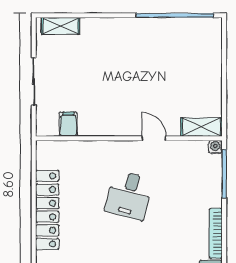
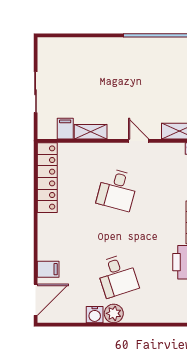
shelving: (60, 26) -> (91, 132), moved
locker: (47, 210) -> (47, 178), moved

